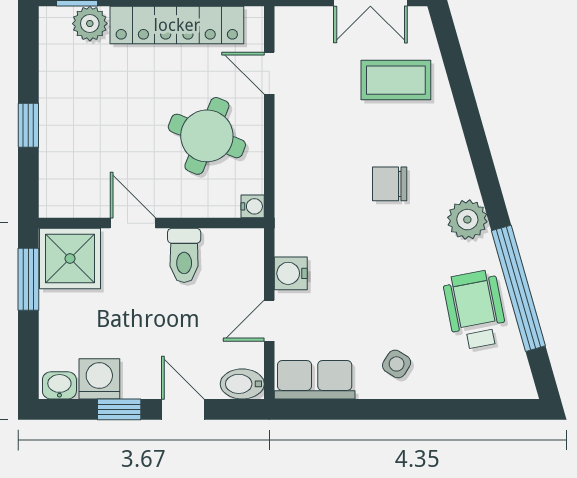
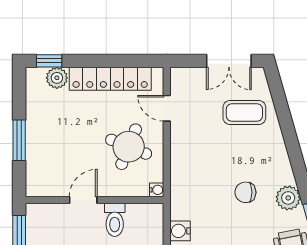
window: (28, 125) -> (19, 140), width x1.50
chair: (390, 184) -> (245, 192), moved
door: (133, 223) -> (83, 200), hinge flipped
shower: (70, 259) -> (45, 222), removed

